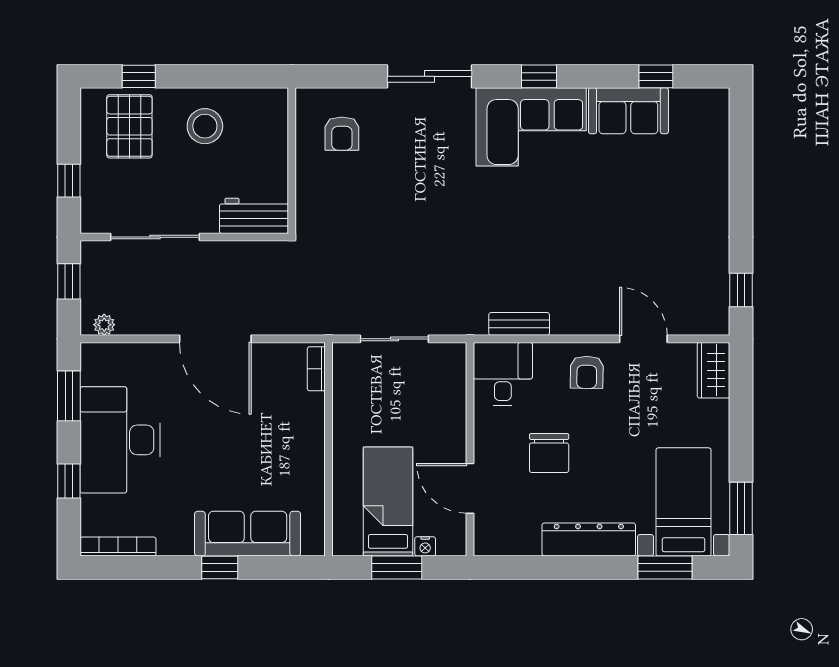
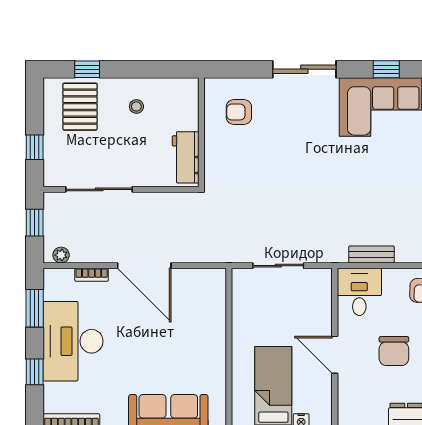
stool: (205, 126) -> (136, 106), width x0.53, depth x0.53
armchair: (342, 134) -> (239, 112), turned 90
workbench: (254, 216) -> (186, 157), moved, turned -90
bookcase: (316, 369) -> (92, 275), moved, turned -90
door: (470, 488) -> (335, 355), moved

